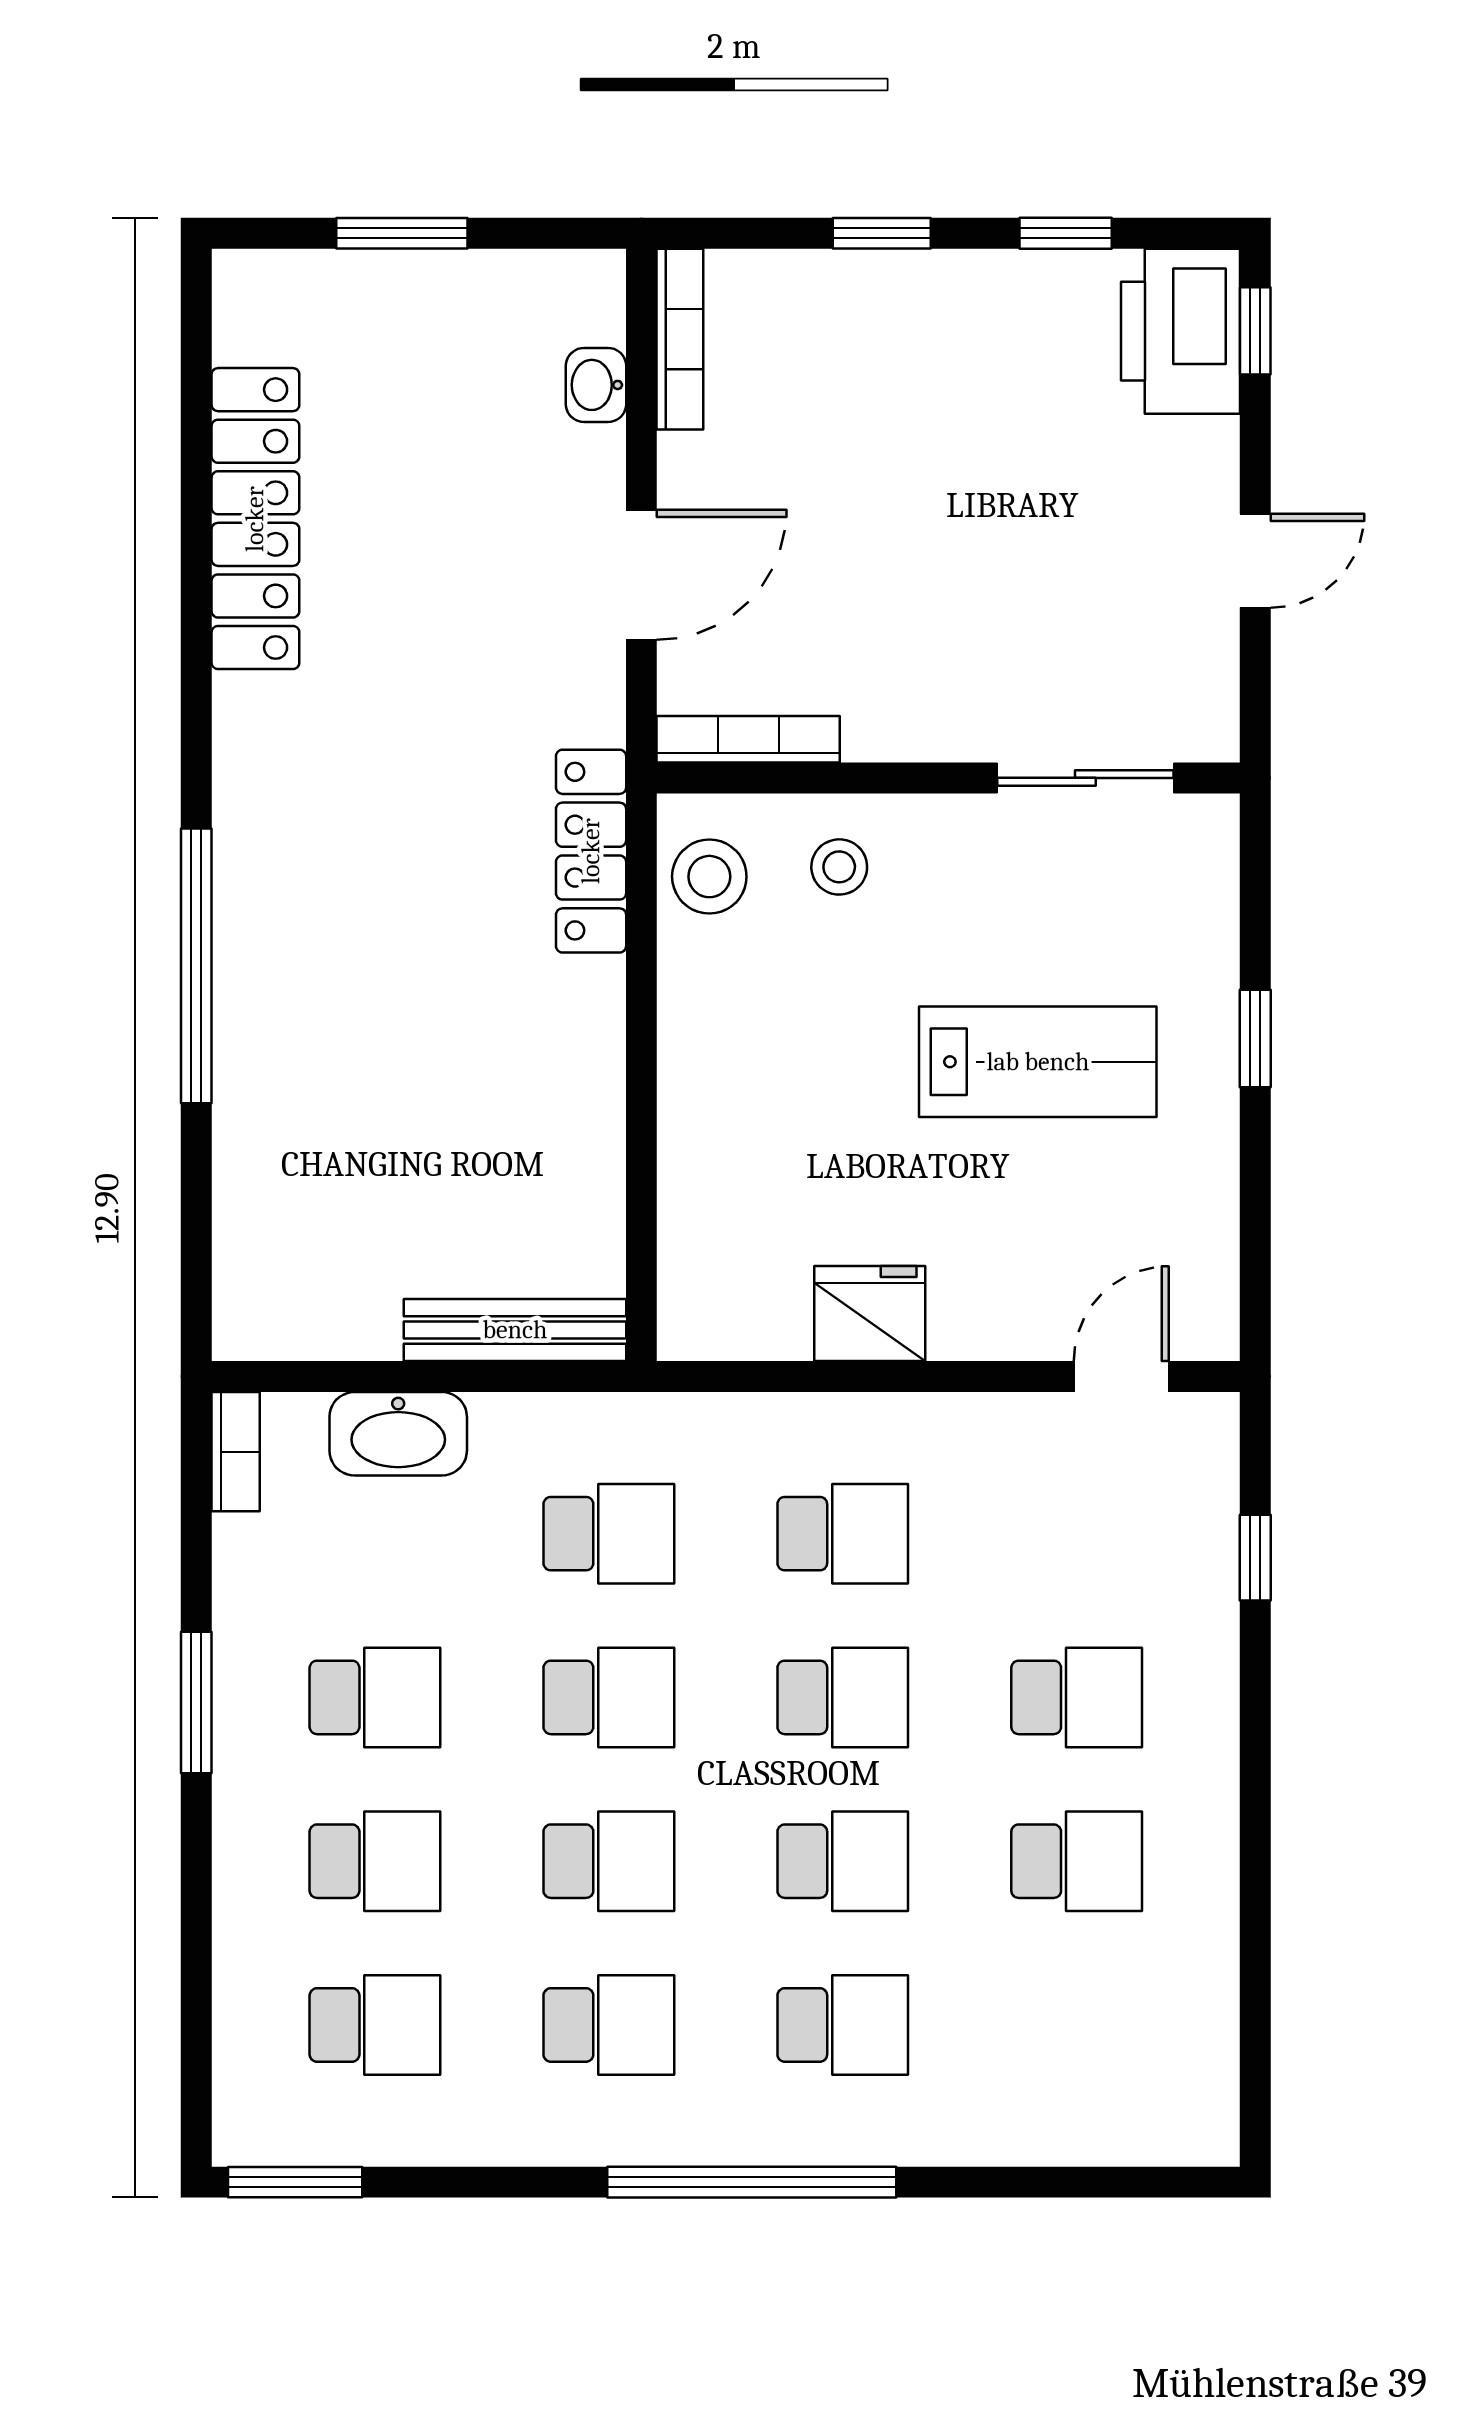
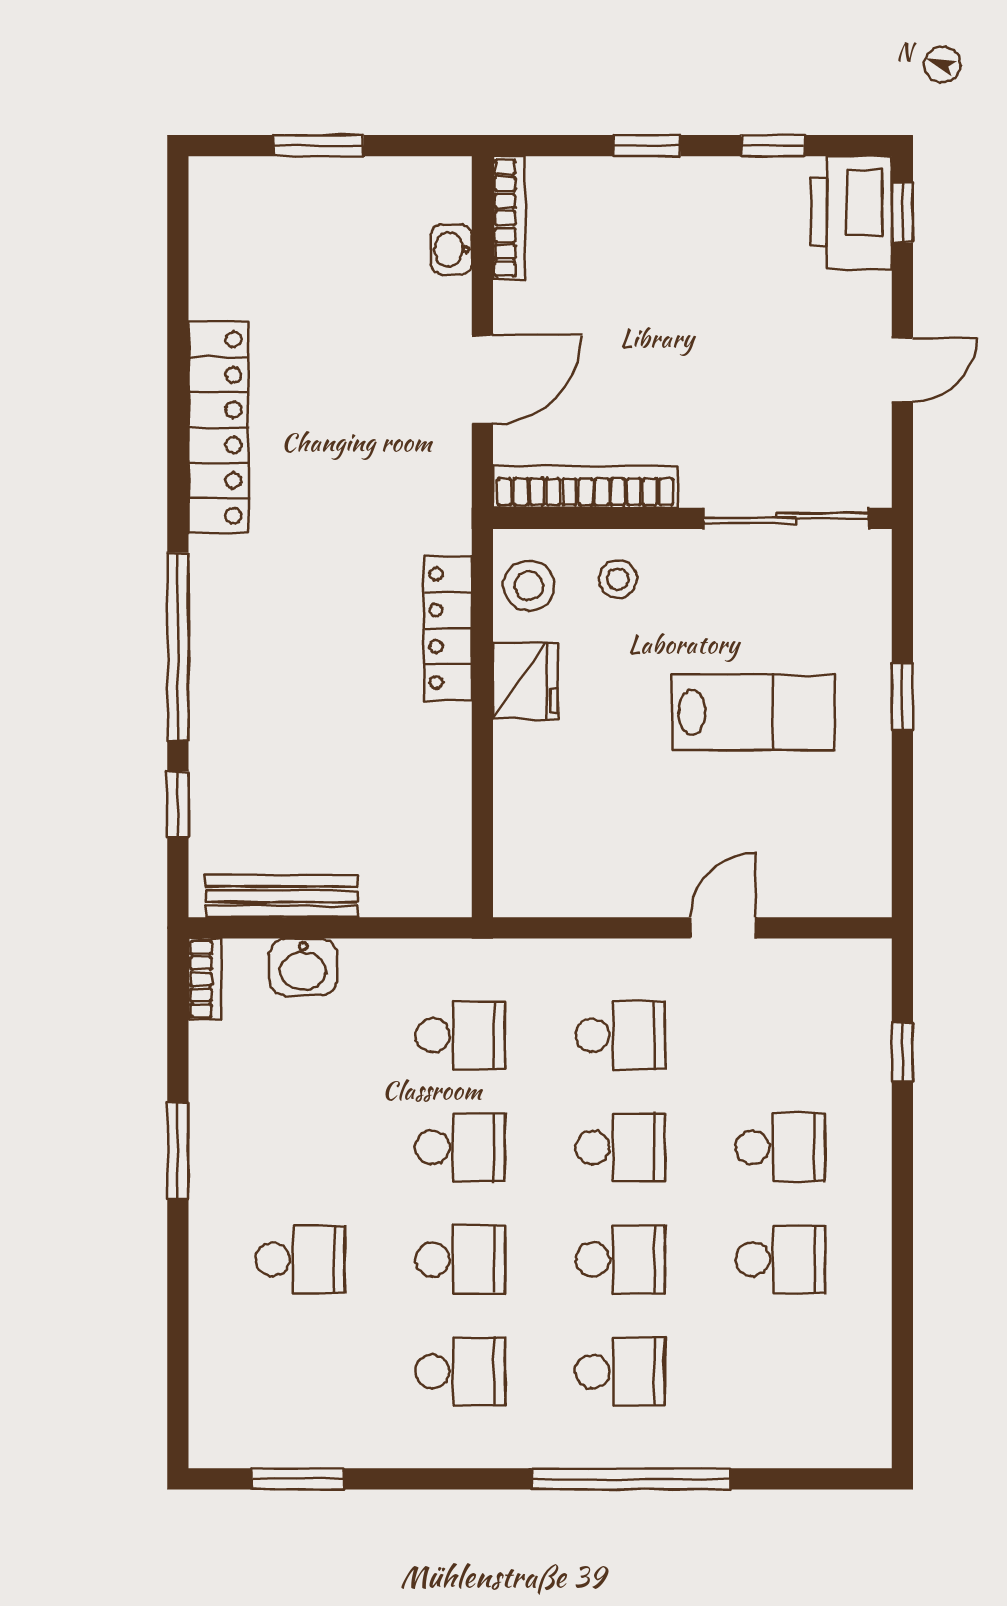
locker: (255, 519) -> (218, 428), moved
bookcase: (748, 739) -> (586, 487), width x1.48, depth x1.31
sliding door: (1085, 778) -> (786, 518), width x1.37
locker: (591, 851) -> (448, 628), moved
window: (196, 1196) -> (178, 804), added
fridge: (870, 1313) -> (526, 681), moved, turned 90
bench: (515, 1330) -> (282, 896), moved
door: (1121, 1376) -> (723, 928), moved
washbasin: (398, 1434) -> (303, 967), width x0.72
school desk: (375, 1697) -> (300, 1147), removed
school desk: (375, 2025) -> (300, 1371), removed
window: (295, 2182) -> (298, 1479), moved
window: (752, 2182) -> (631, 1479), moved

